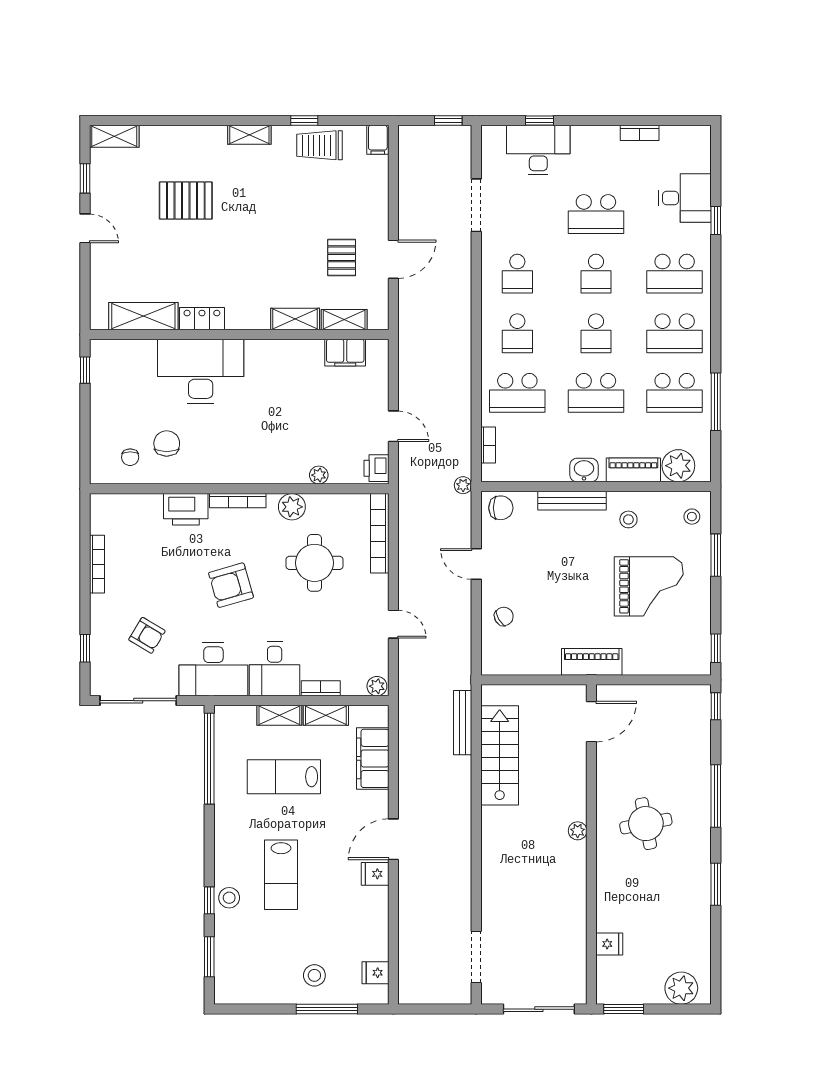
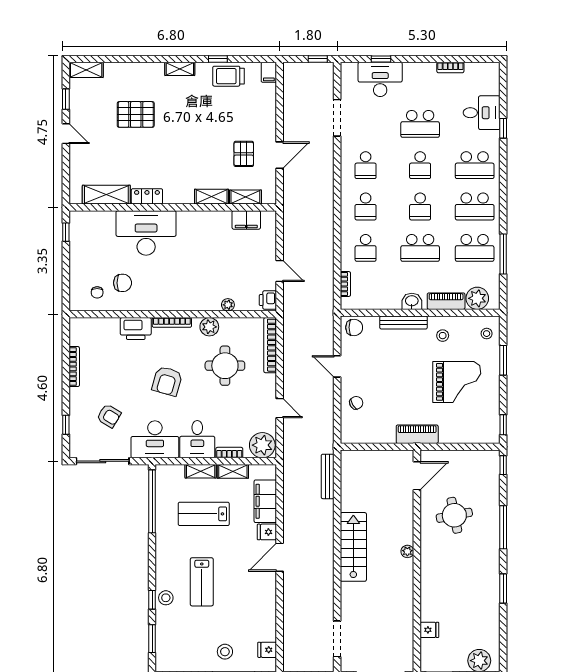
school desk: (517, 393) -> (366, 248), width x0.54
chair: (167, 443) -> (123, 283), turned 90
plant: (463, 485) -> (328, 312), removed
armchair: (231, 585) -> (167, 381), turned -58
plant: (377, 686) -> (262, 445), width x1.88, depth x1.88
stairs: (500, 755) -> (353, 547), moved
round table: (646, 824) -> (454, 515), moved
fridge: (375, 874) -> (267, 532), moved

